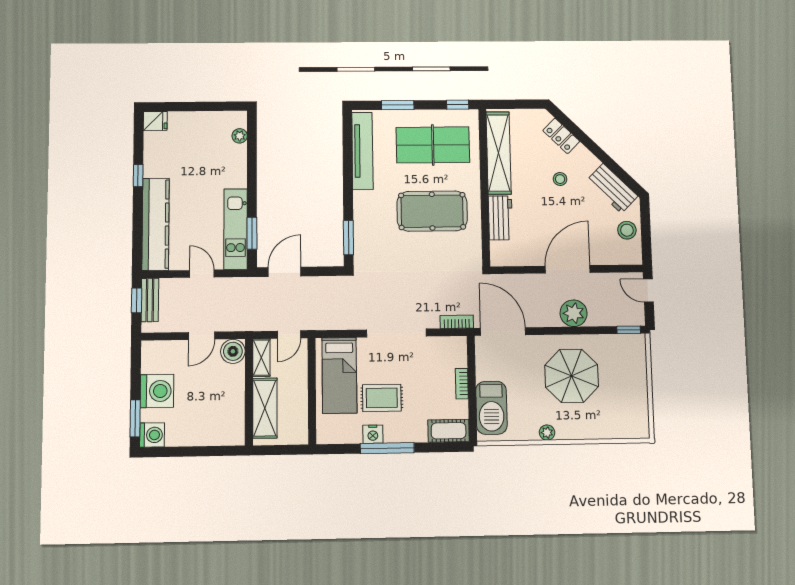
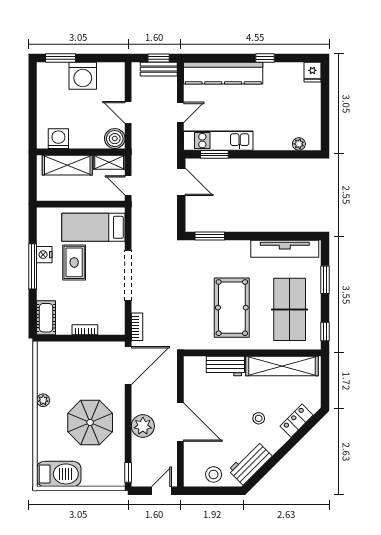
barbecue: (491, 408) -> (59, 474), moved, turned 180
washing machine: (152, 435) -> (58, 139), moved, turned 180

